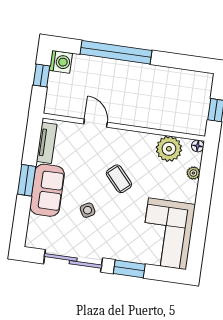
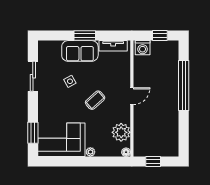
washing machine: (61, 62) -> (143, 48), moved
door: (96, 123) -> (132, 96), moved
plant: (193, 173) -> (90, 152), moved
sliding door: (73, 261) -> (33, 76), width x0.73
window: (129, 269) -> (33, 133), moved

